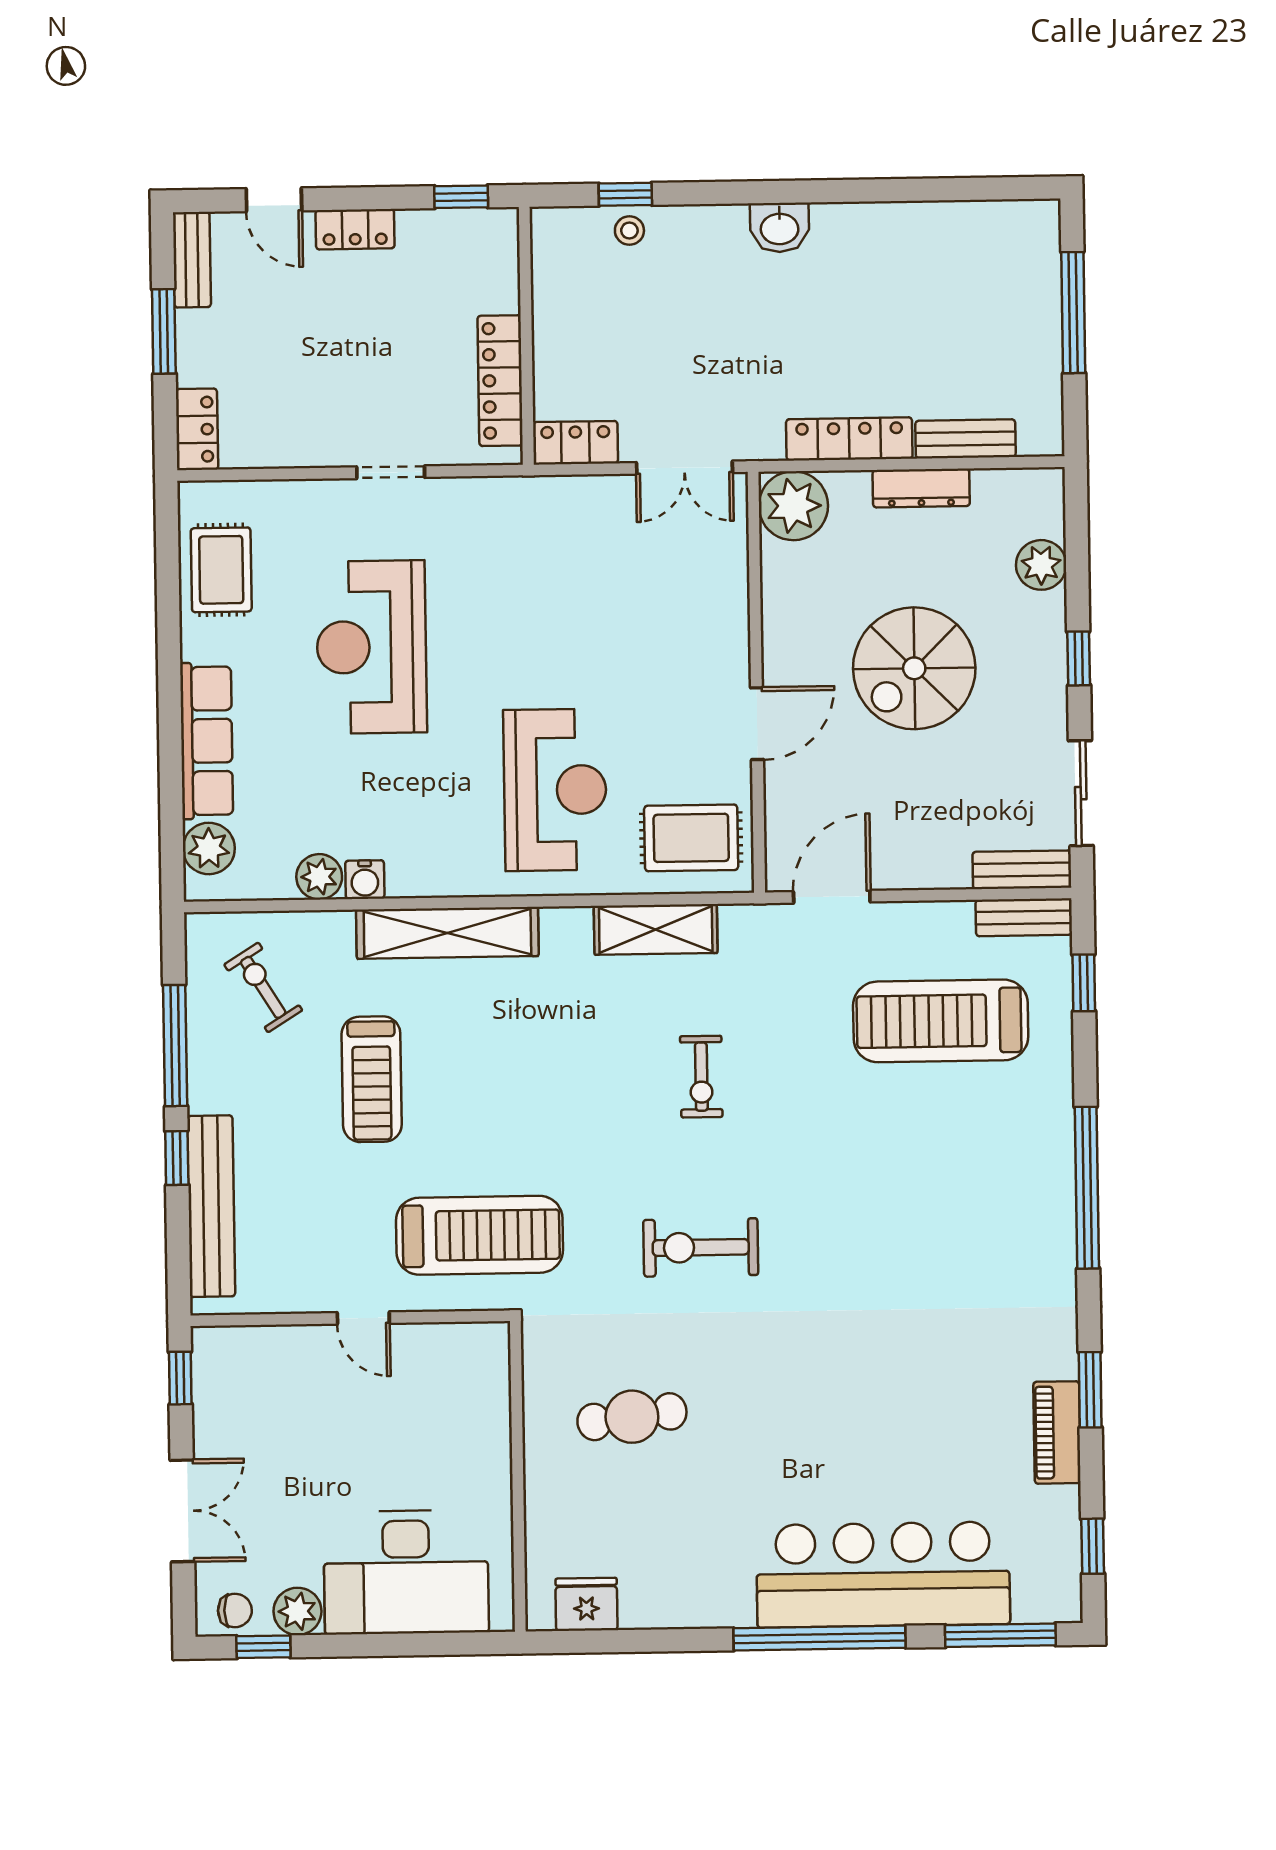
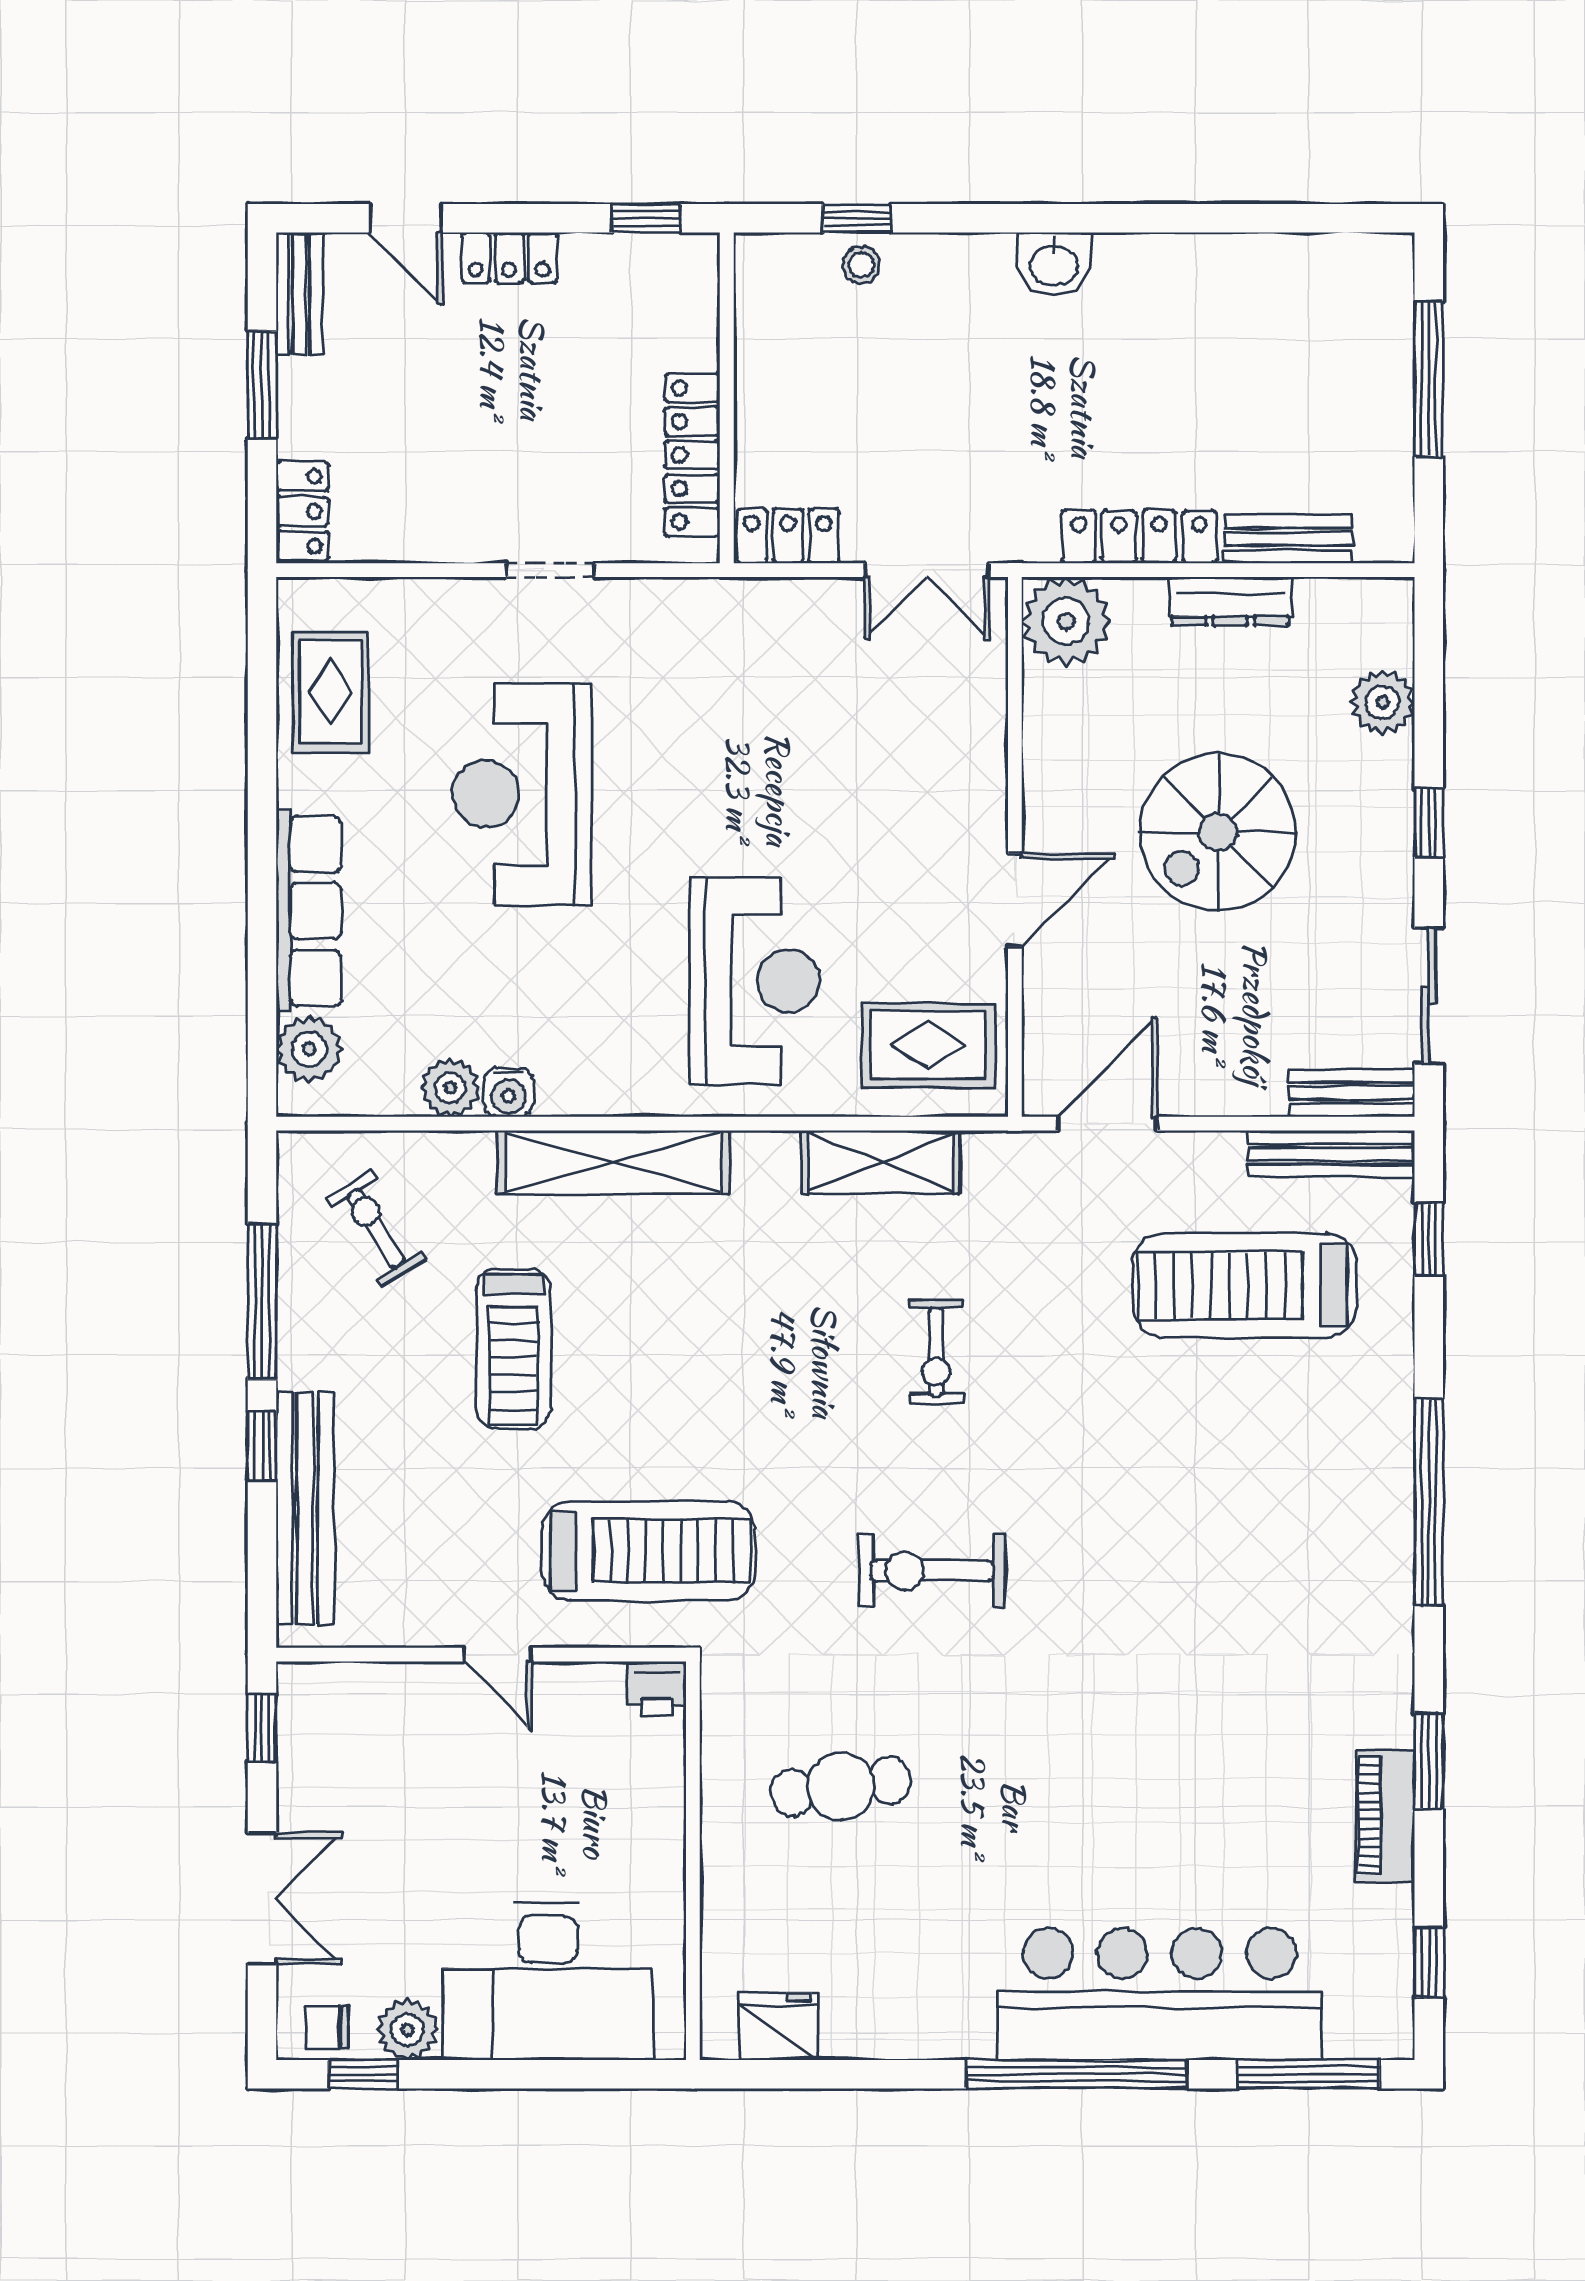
bench: (1024, 917) -> (1331, 1154), width x1.36
printer: (487, 1342) -> (656, 1688), added
chair: (235, 1610) -> (327, 2027), turned 180

